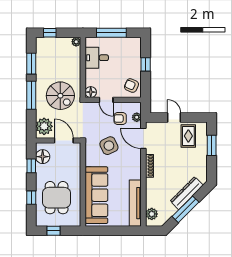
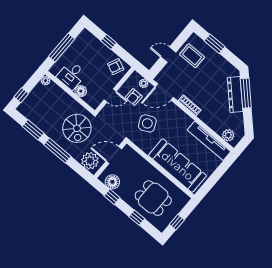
floor lamp: (91, 92) -> (81, 91), moved
spiral stairs: (60, 96) -> (77, 128), turned 90
window: (185, 209) -> (246, 93), moved

